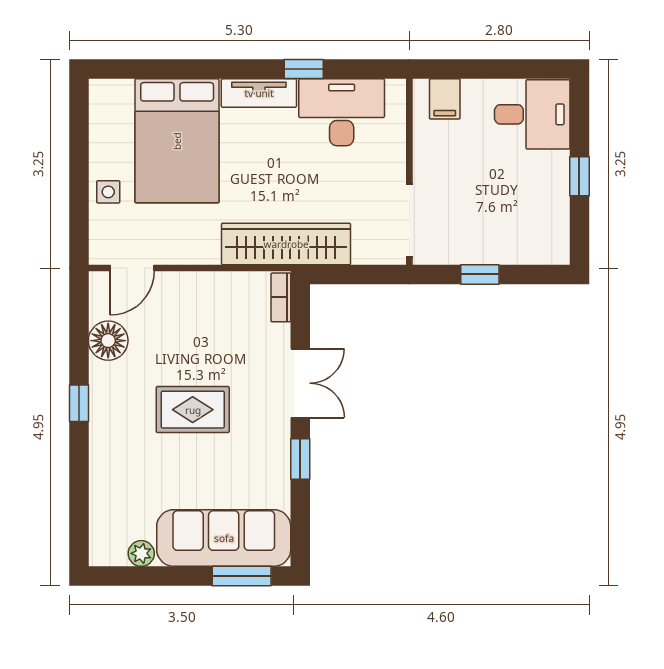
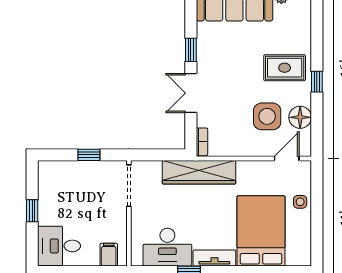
side table: (166, 342) -> (267, 116), added
rug: (193, 410) -> (285, 68), moved

